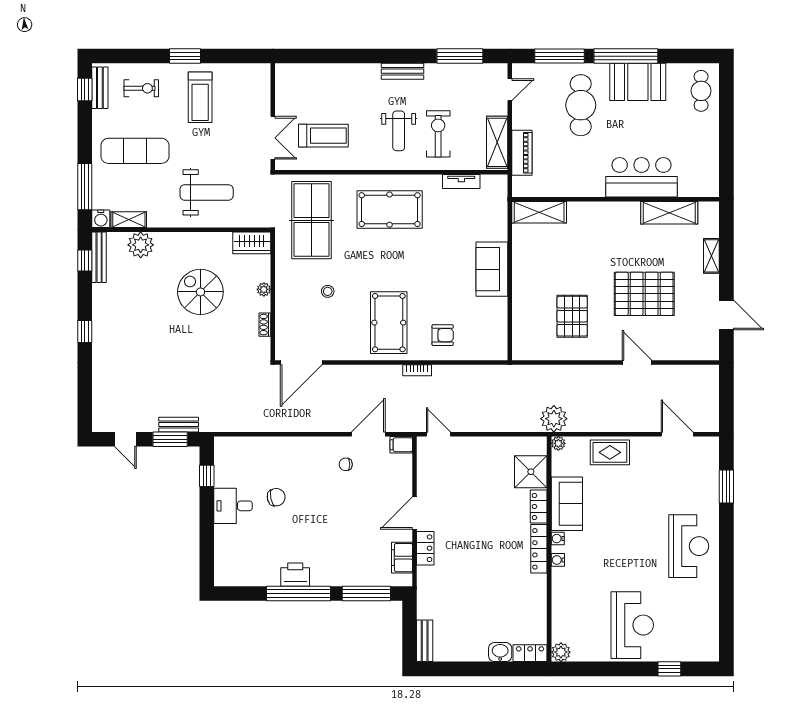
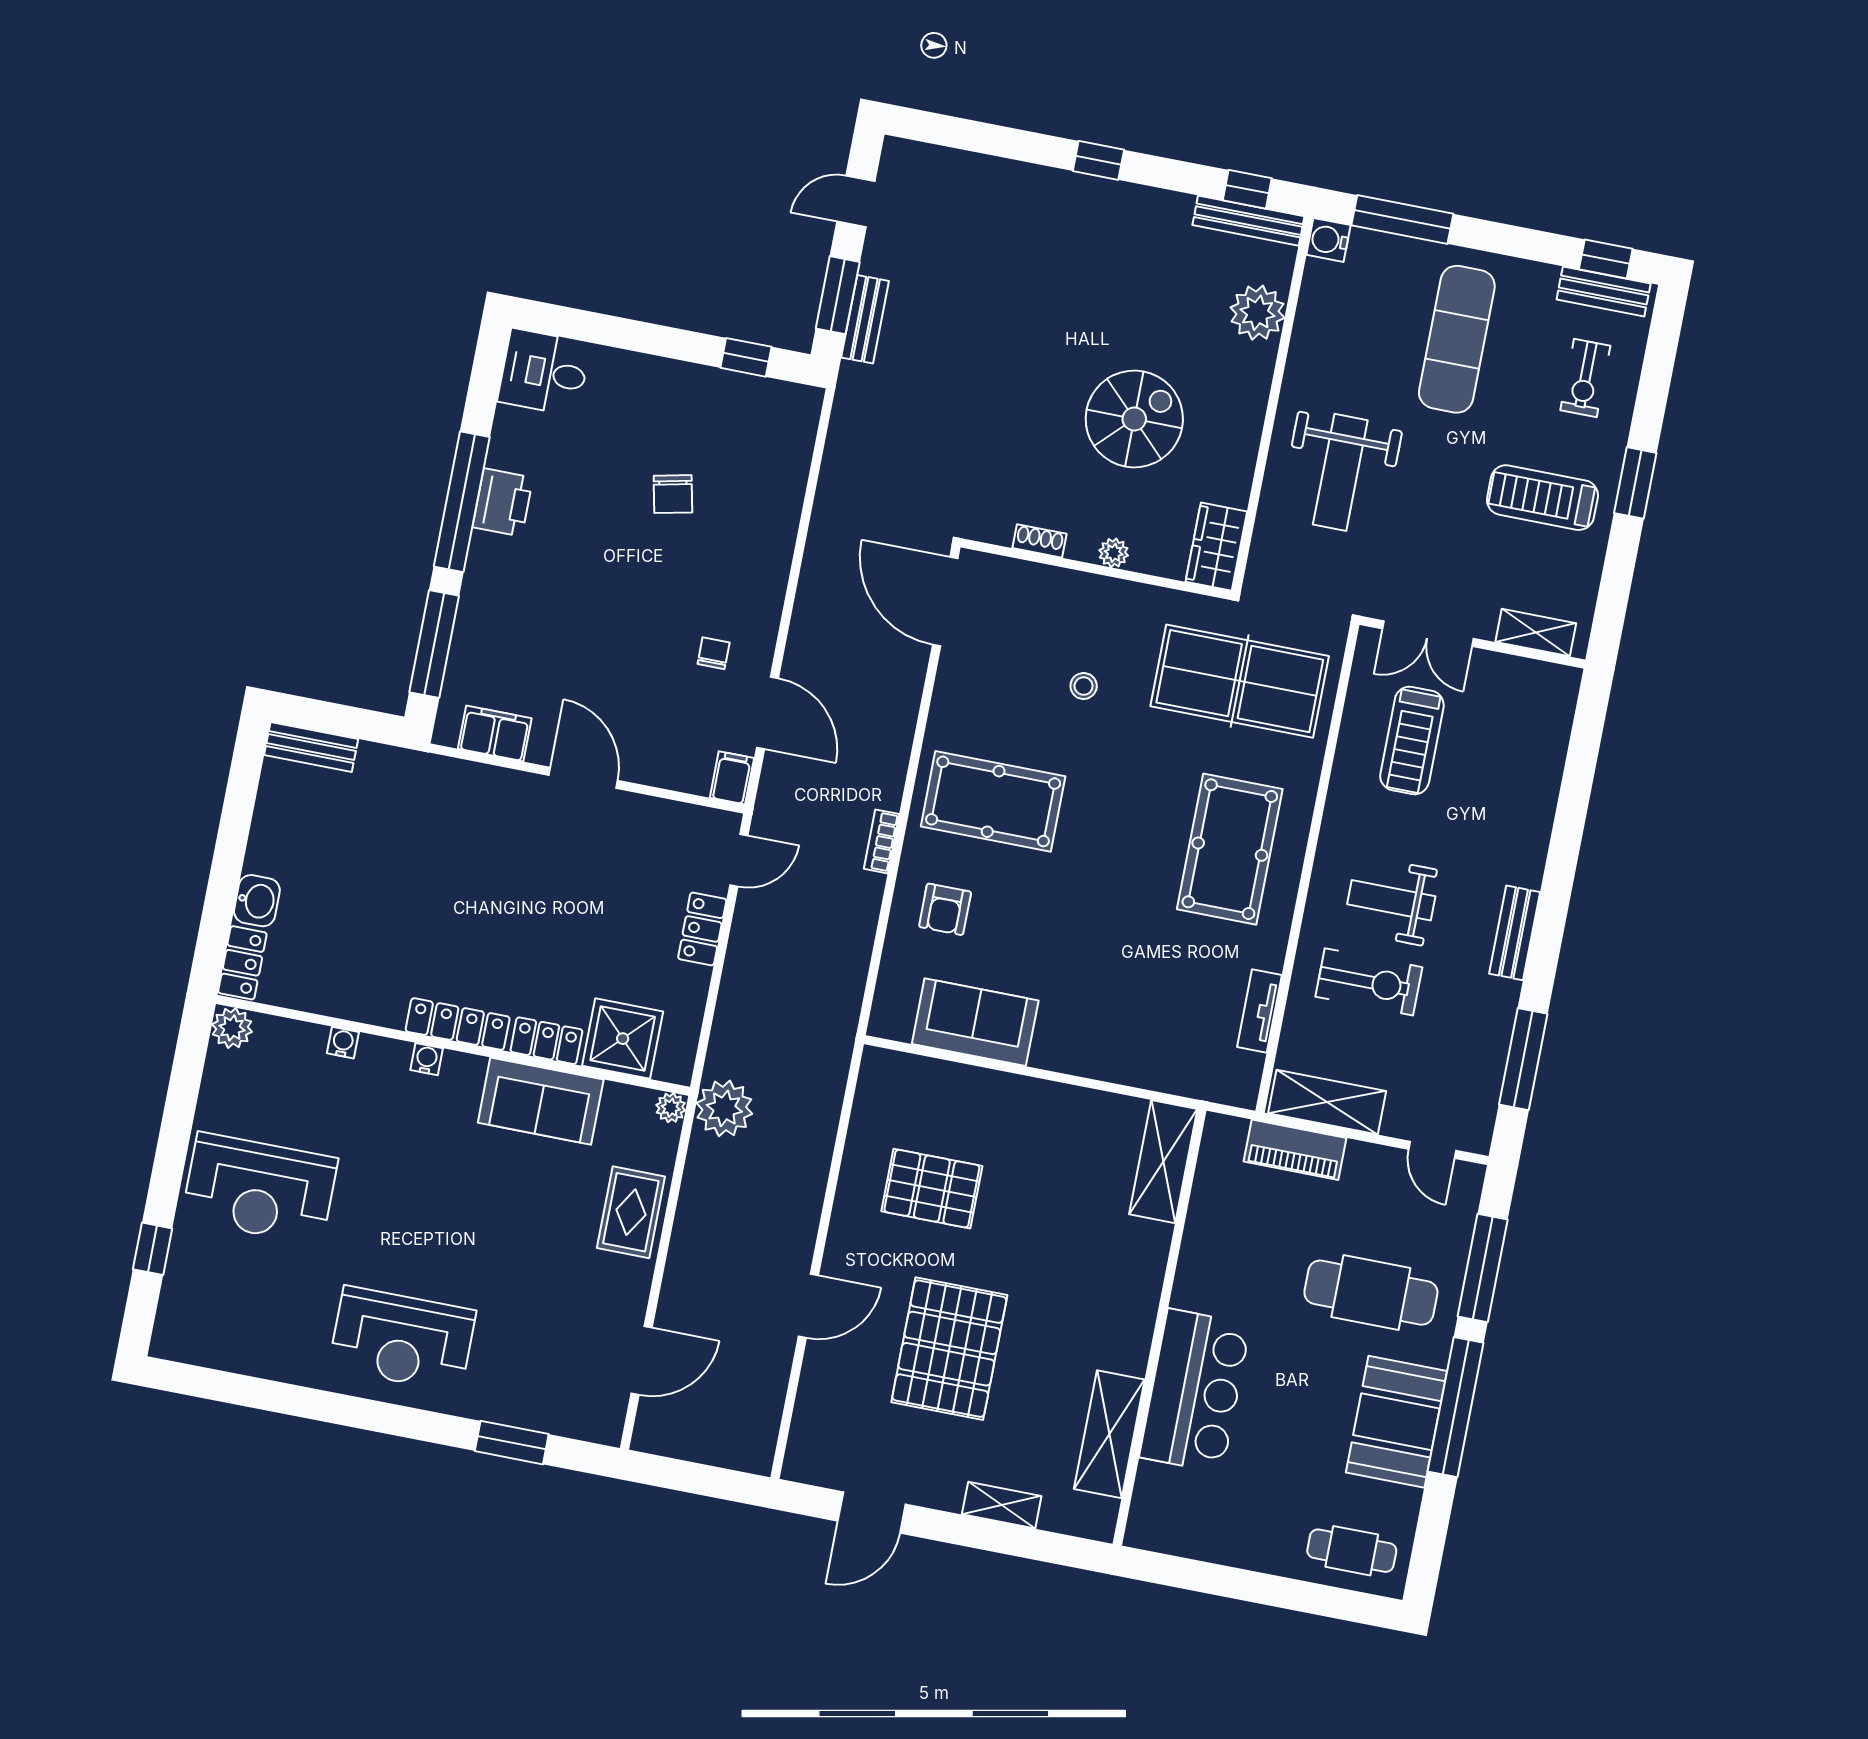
shelving: (129, 220) -> (1536, 633), moved, turned 90
sofa: (492, 269) -> (975, 1022), moved
desk: (233, 506) -> (544, 372), moved, turned -90
water cooler: (558, 539) -> (343, 1043), moved
locker: (425, 548) -> (702, 929), moved, turned 90

